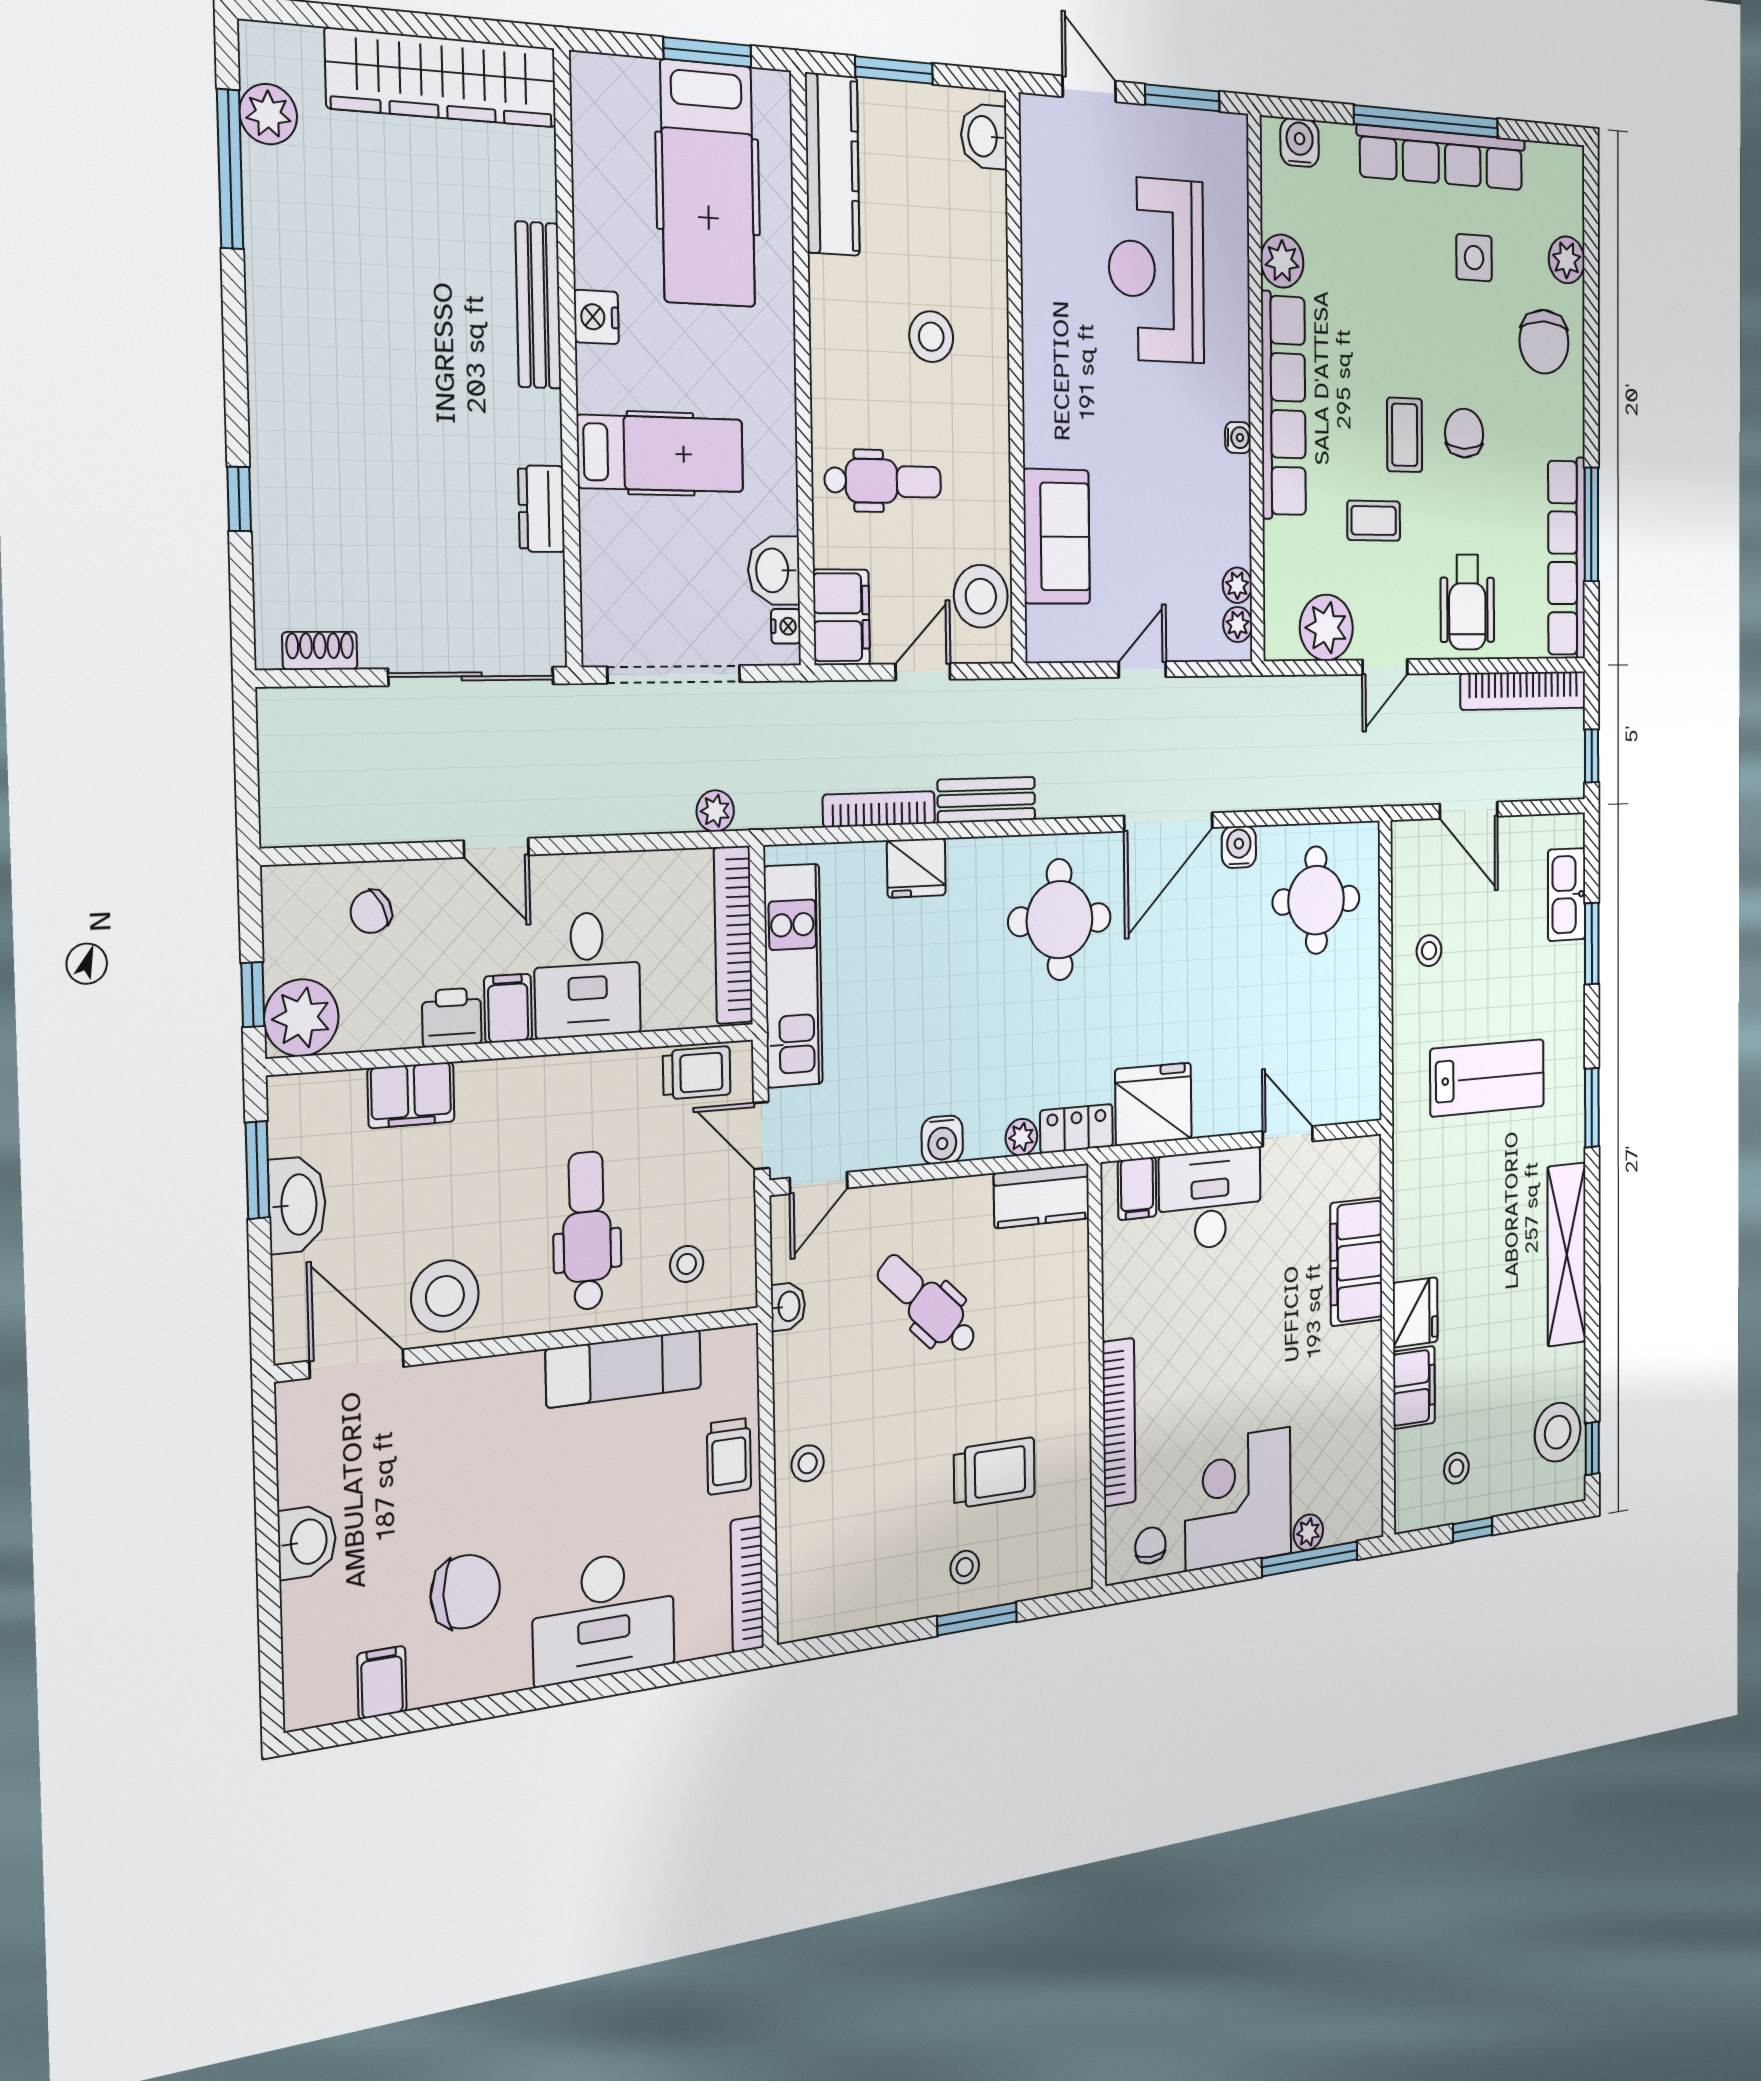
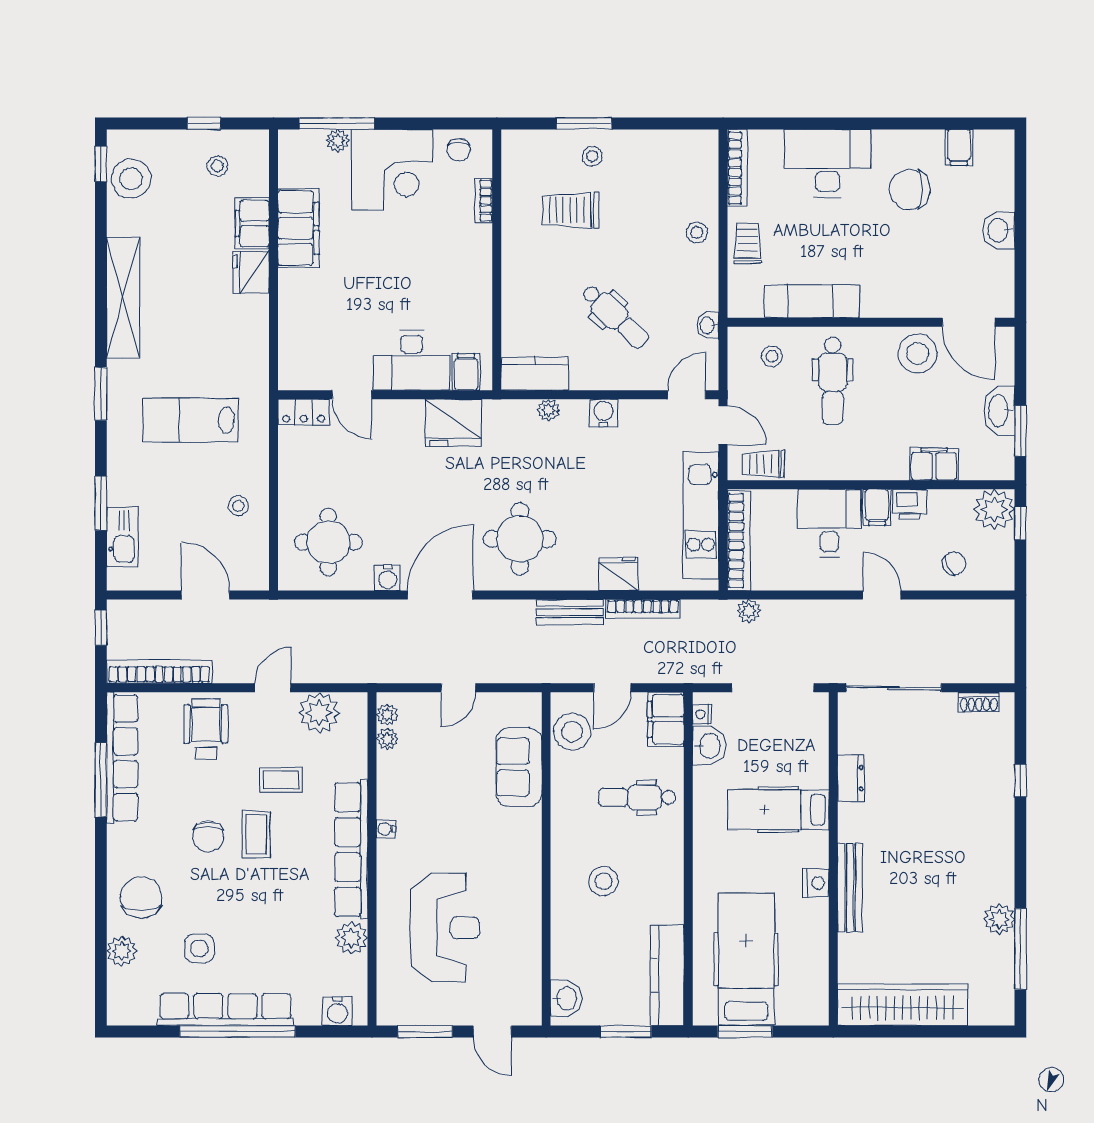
plant: (268, 114) -> (999, 919), moved
locker: (1077, 1129) -> (304, 412), moved
filing cabinet: (1356, 1262) -> (298, 228), moved
bookcase: (1119, 1422) -> (484, 201), width x0.43, depth x0.76

